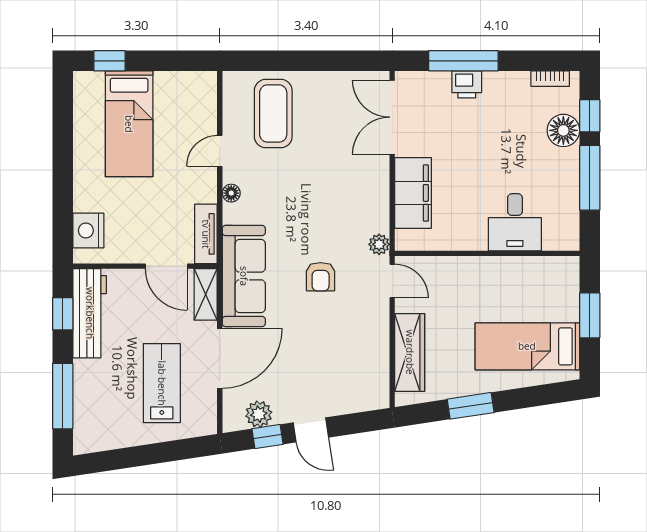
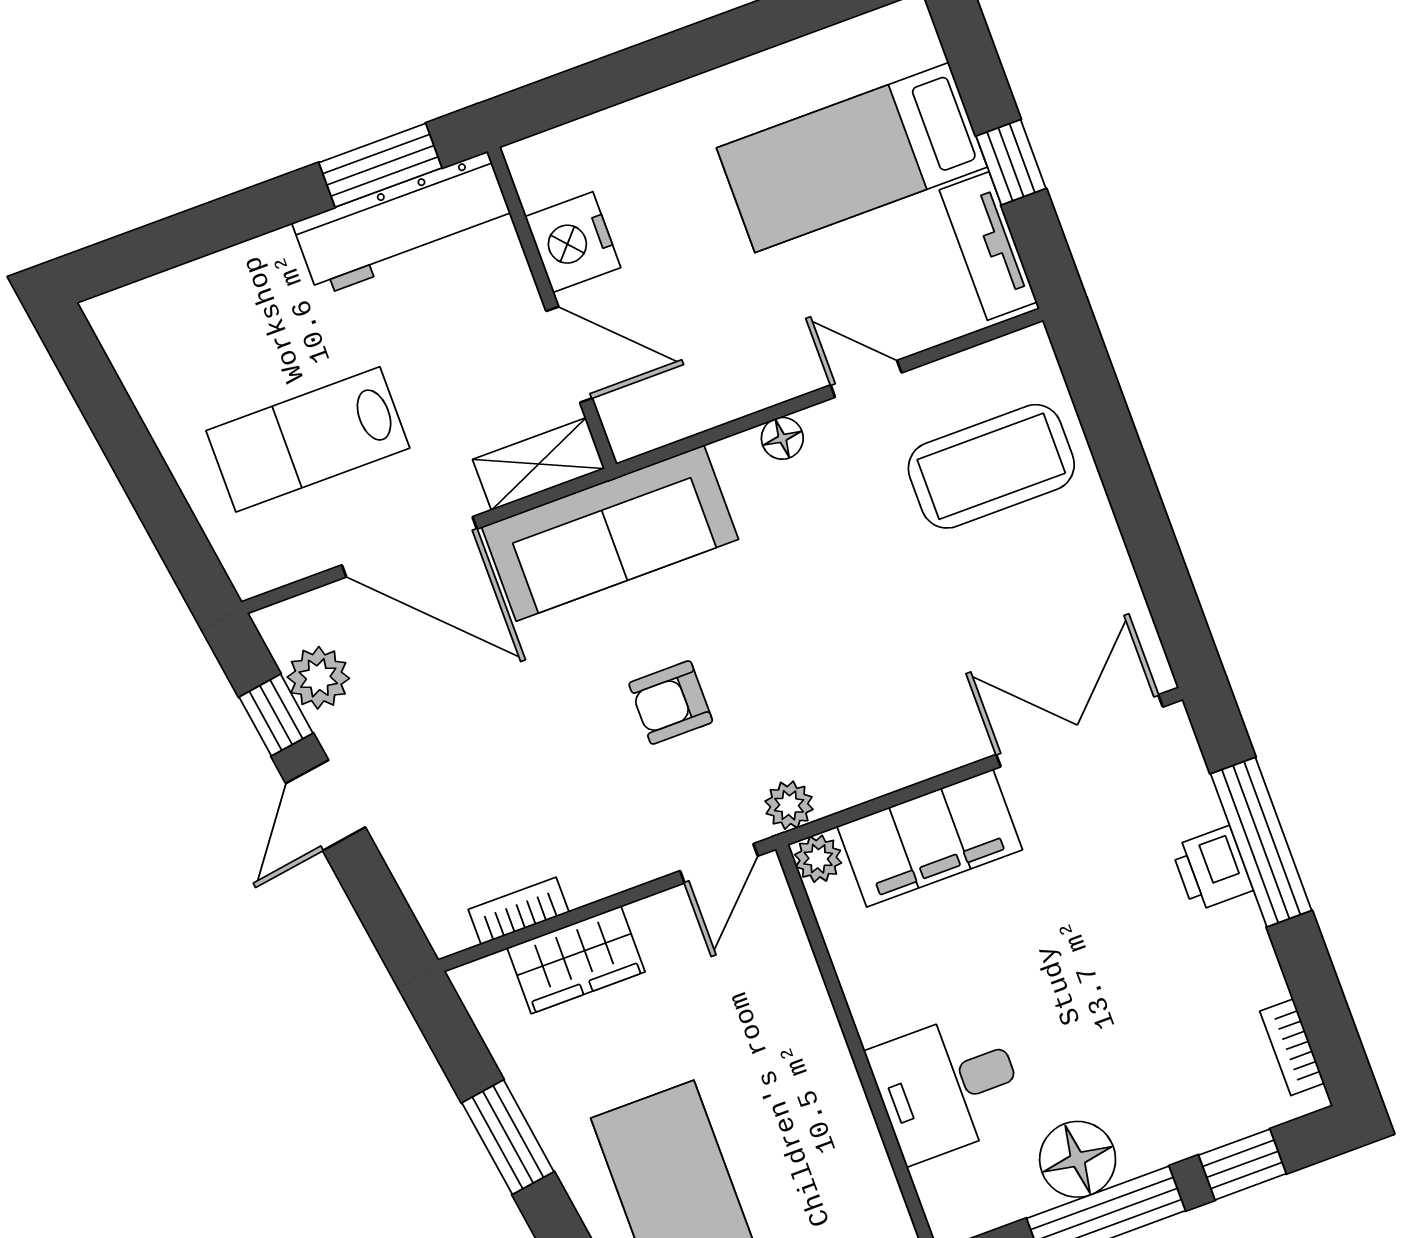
window: (110, 61) -> (1011, 162), moved
floor lamp: (563, 130) -> (1078, 1159), moved
nightstand: (88, 230) -> (573, 242), moved, turned -90
tv unit: (206, 234) -> (988, 246), moved, turned -90
plant: (405, 241) -> (818, 859), added
door: (166, 266) -> (569, 355), swing flipped
window: (63, 314) -> (380, 165), width x1.50
wardrobe: (410, 352) -> (576, 960), width x0.67
bookcase: (382, 368) -> (519, 911), added
lab bench: (162, 383) -> (308, 439), turned 180
window: (63, 396) -> (199, 232), removed

